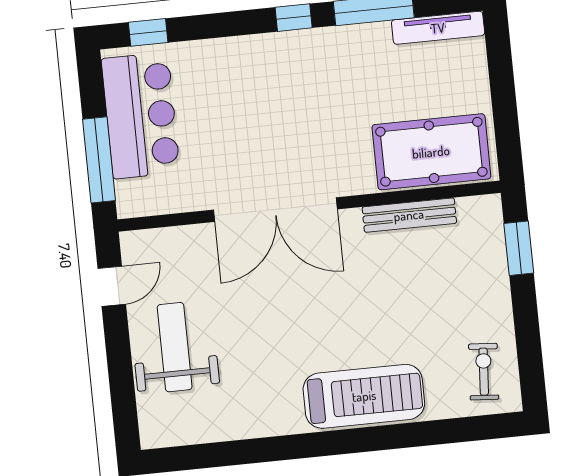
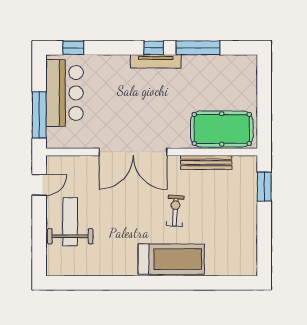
tv unit: (438, 28) -> (156, 61), moved
exercise bike: (484, 372) -> (175, 211), moved

